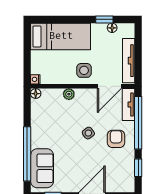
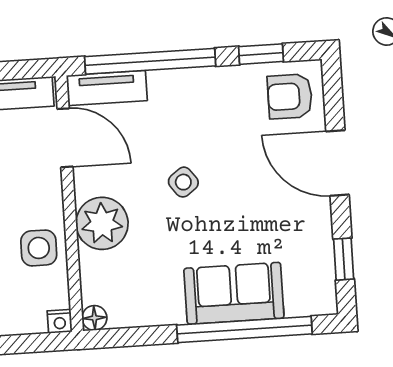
side table: (84, 70) -> (39, 248), moved
plant: (69, 94) -> (102, 223), width x1.87, depth x1.87
armchair: (116, 139) -> (290, 96), moved
sofa: (42, 168) -> (234, 293), moved

